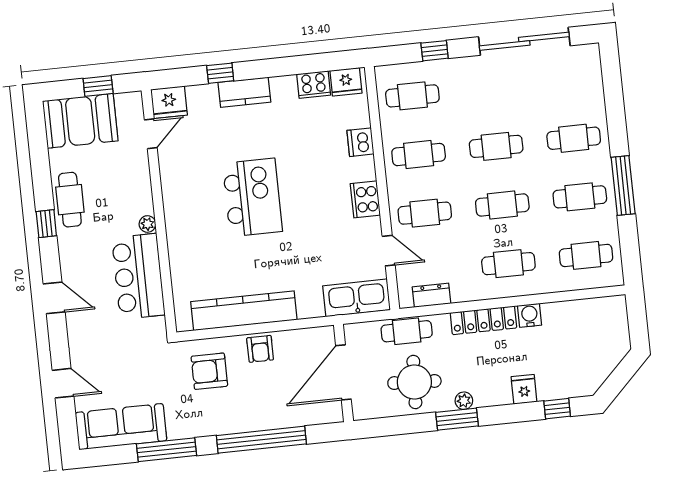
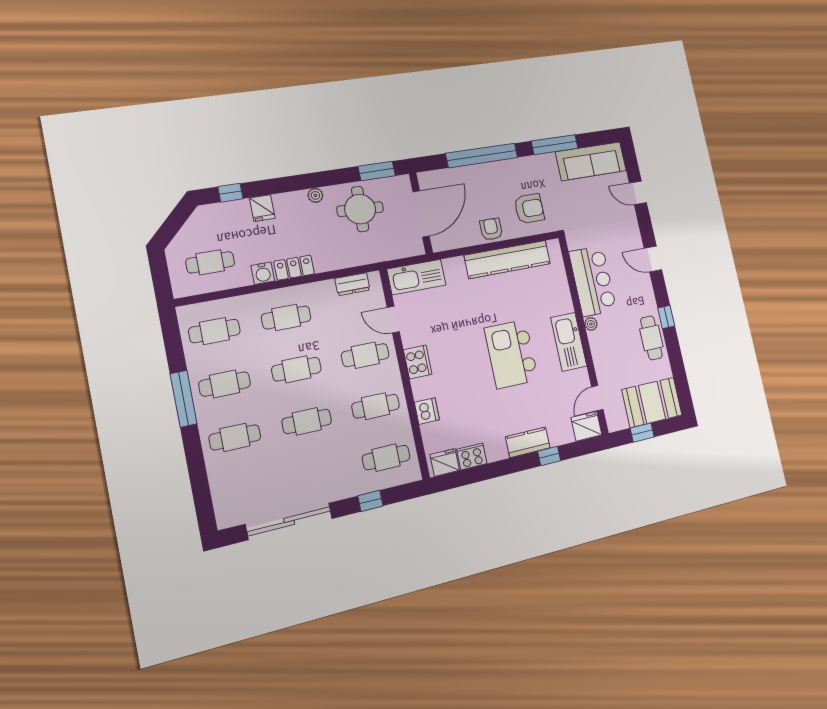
kitchen sink: (179, 205) -> (569, 342), added
locker: (483, 320) -> (294, 268), width x0.66
cafe table: (407, 331) -> (210, 262), moved
window: (457, 419) -> (377, 171), moved

